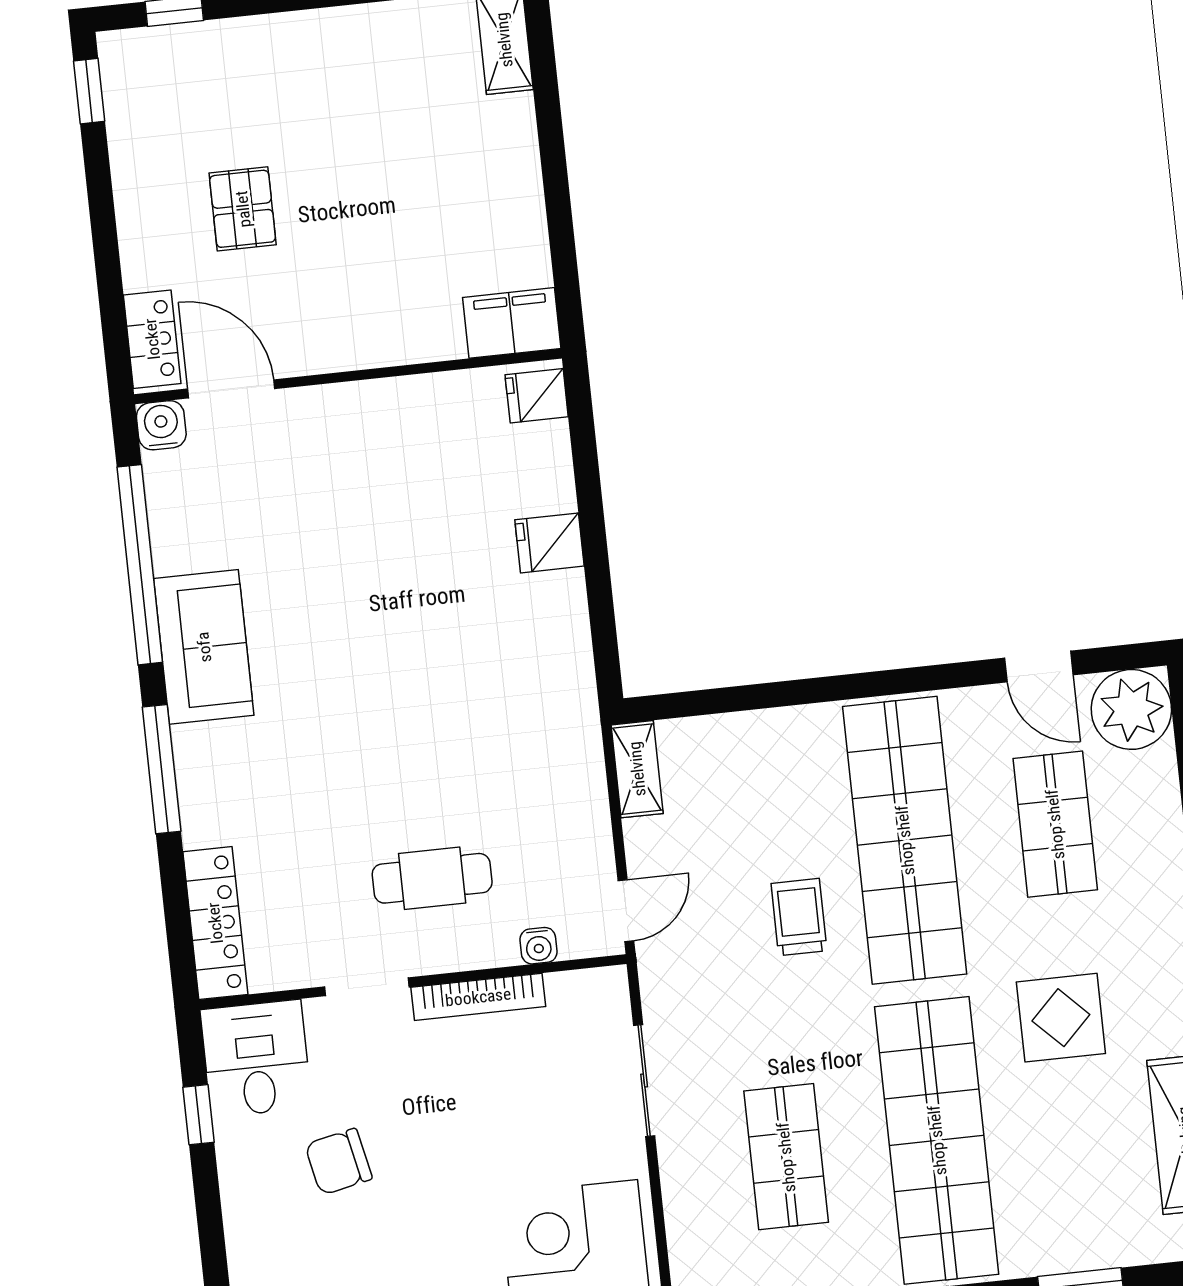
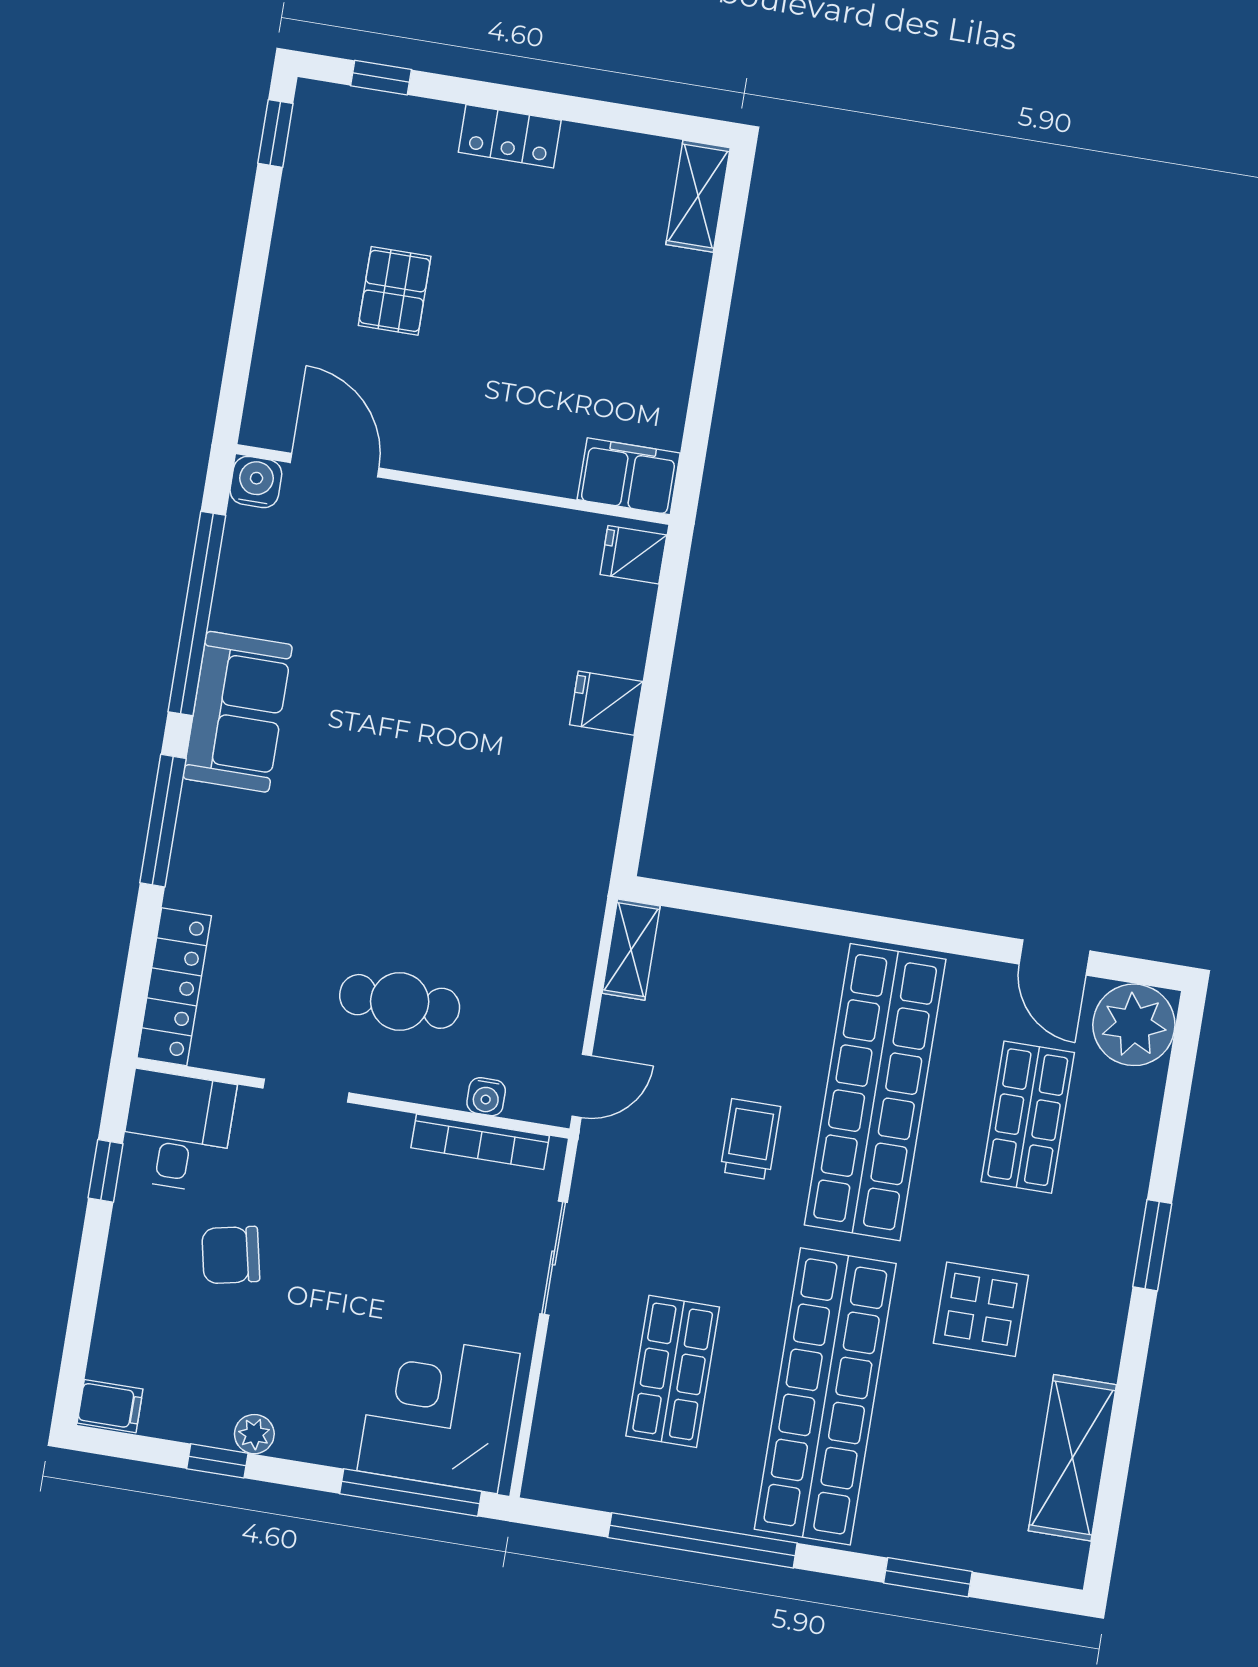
locker: (152, 339) -> (510, 136), moved, turned 90
bookcase: (478, 997) -> (480, 1142), moved

